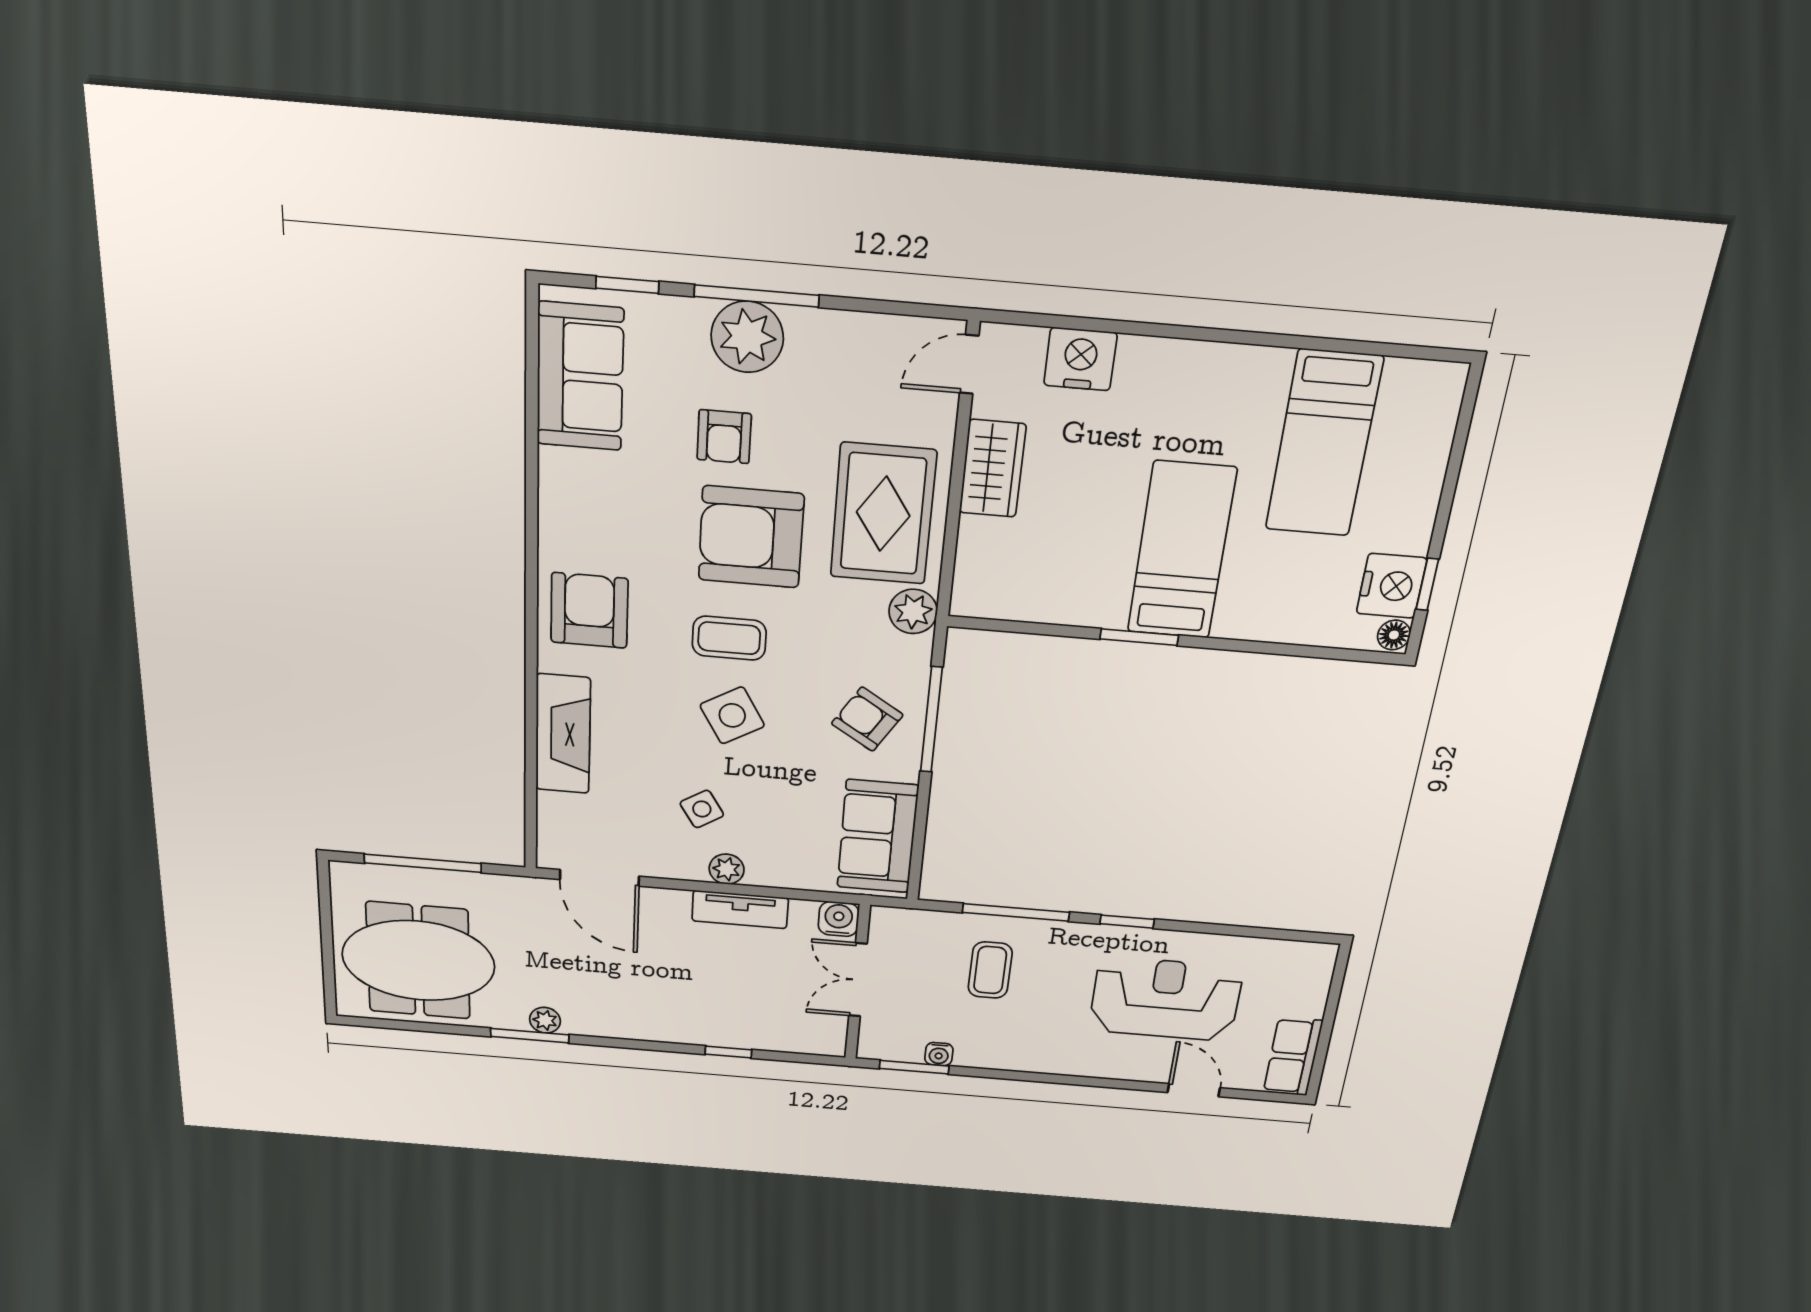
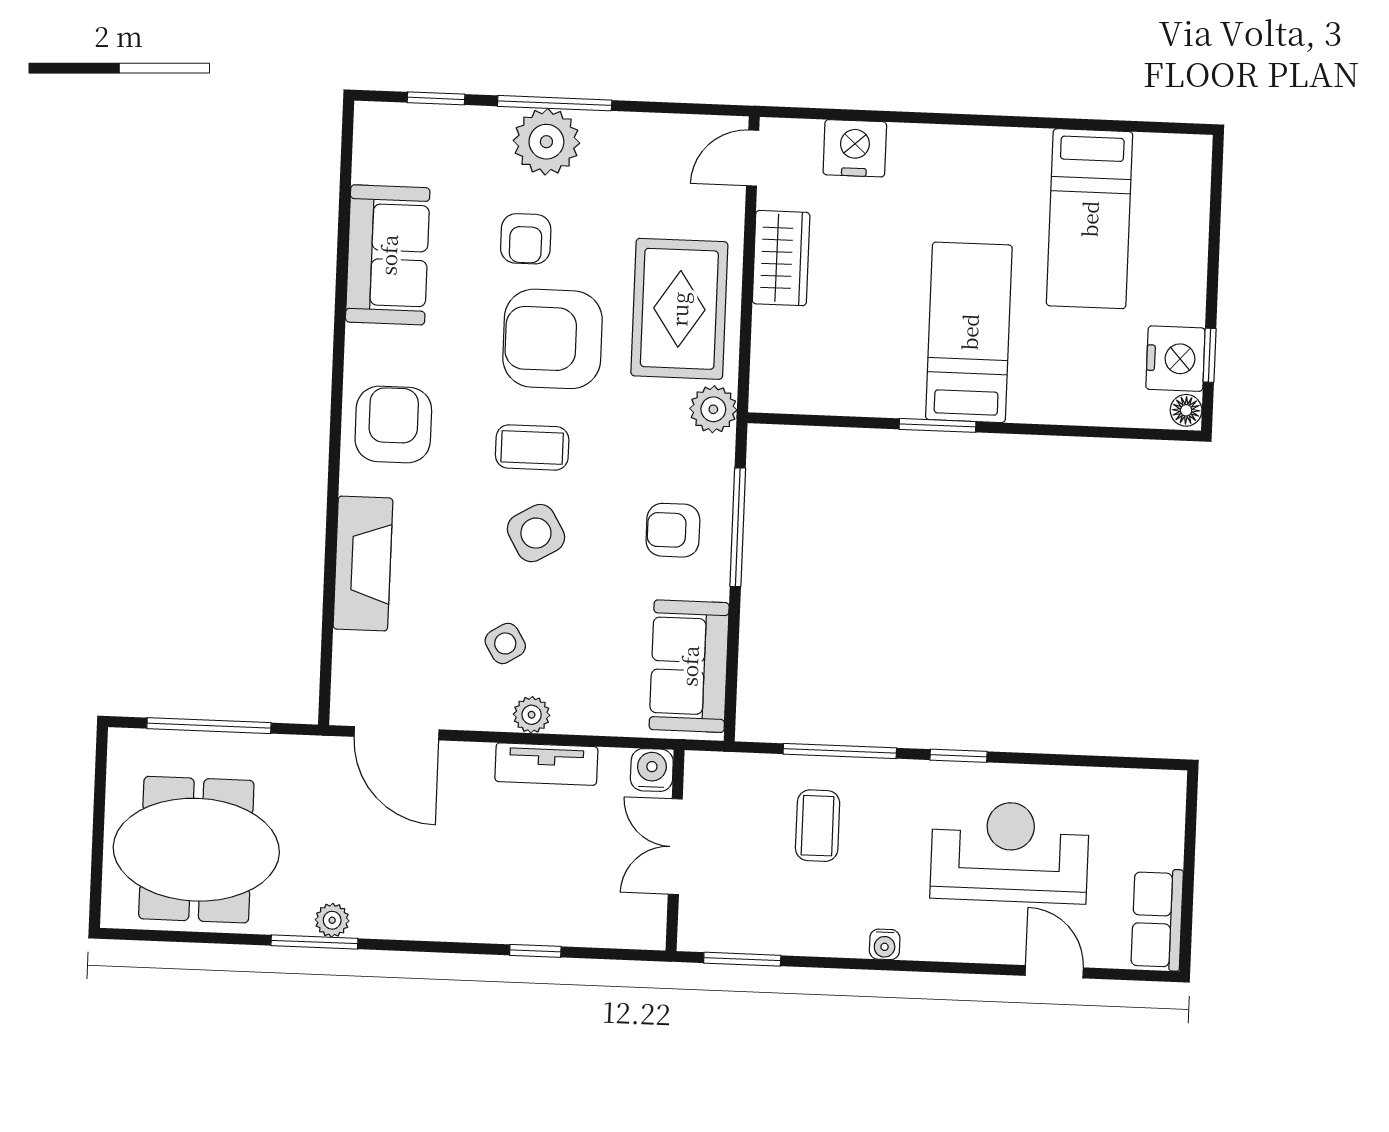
sofa: (580, 377) -> (388, 255), moved
armchair: (867, 719) -> (673, 530), turned -32
water cooler: (939, 1054) -> (885, 944), moved

